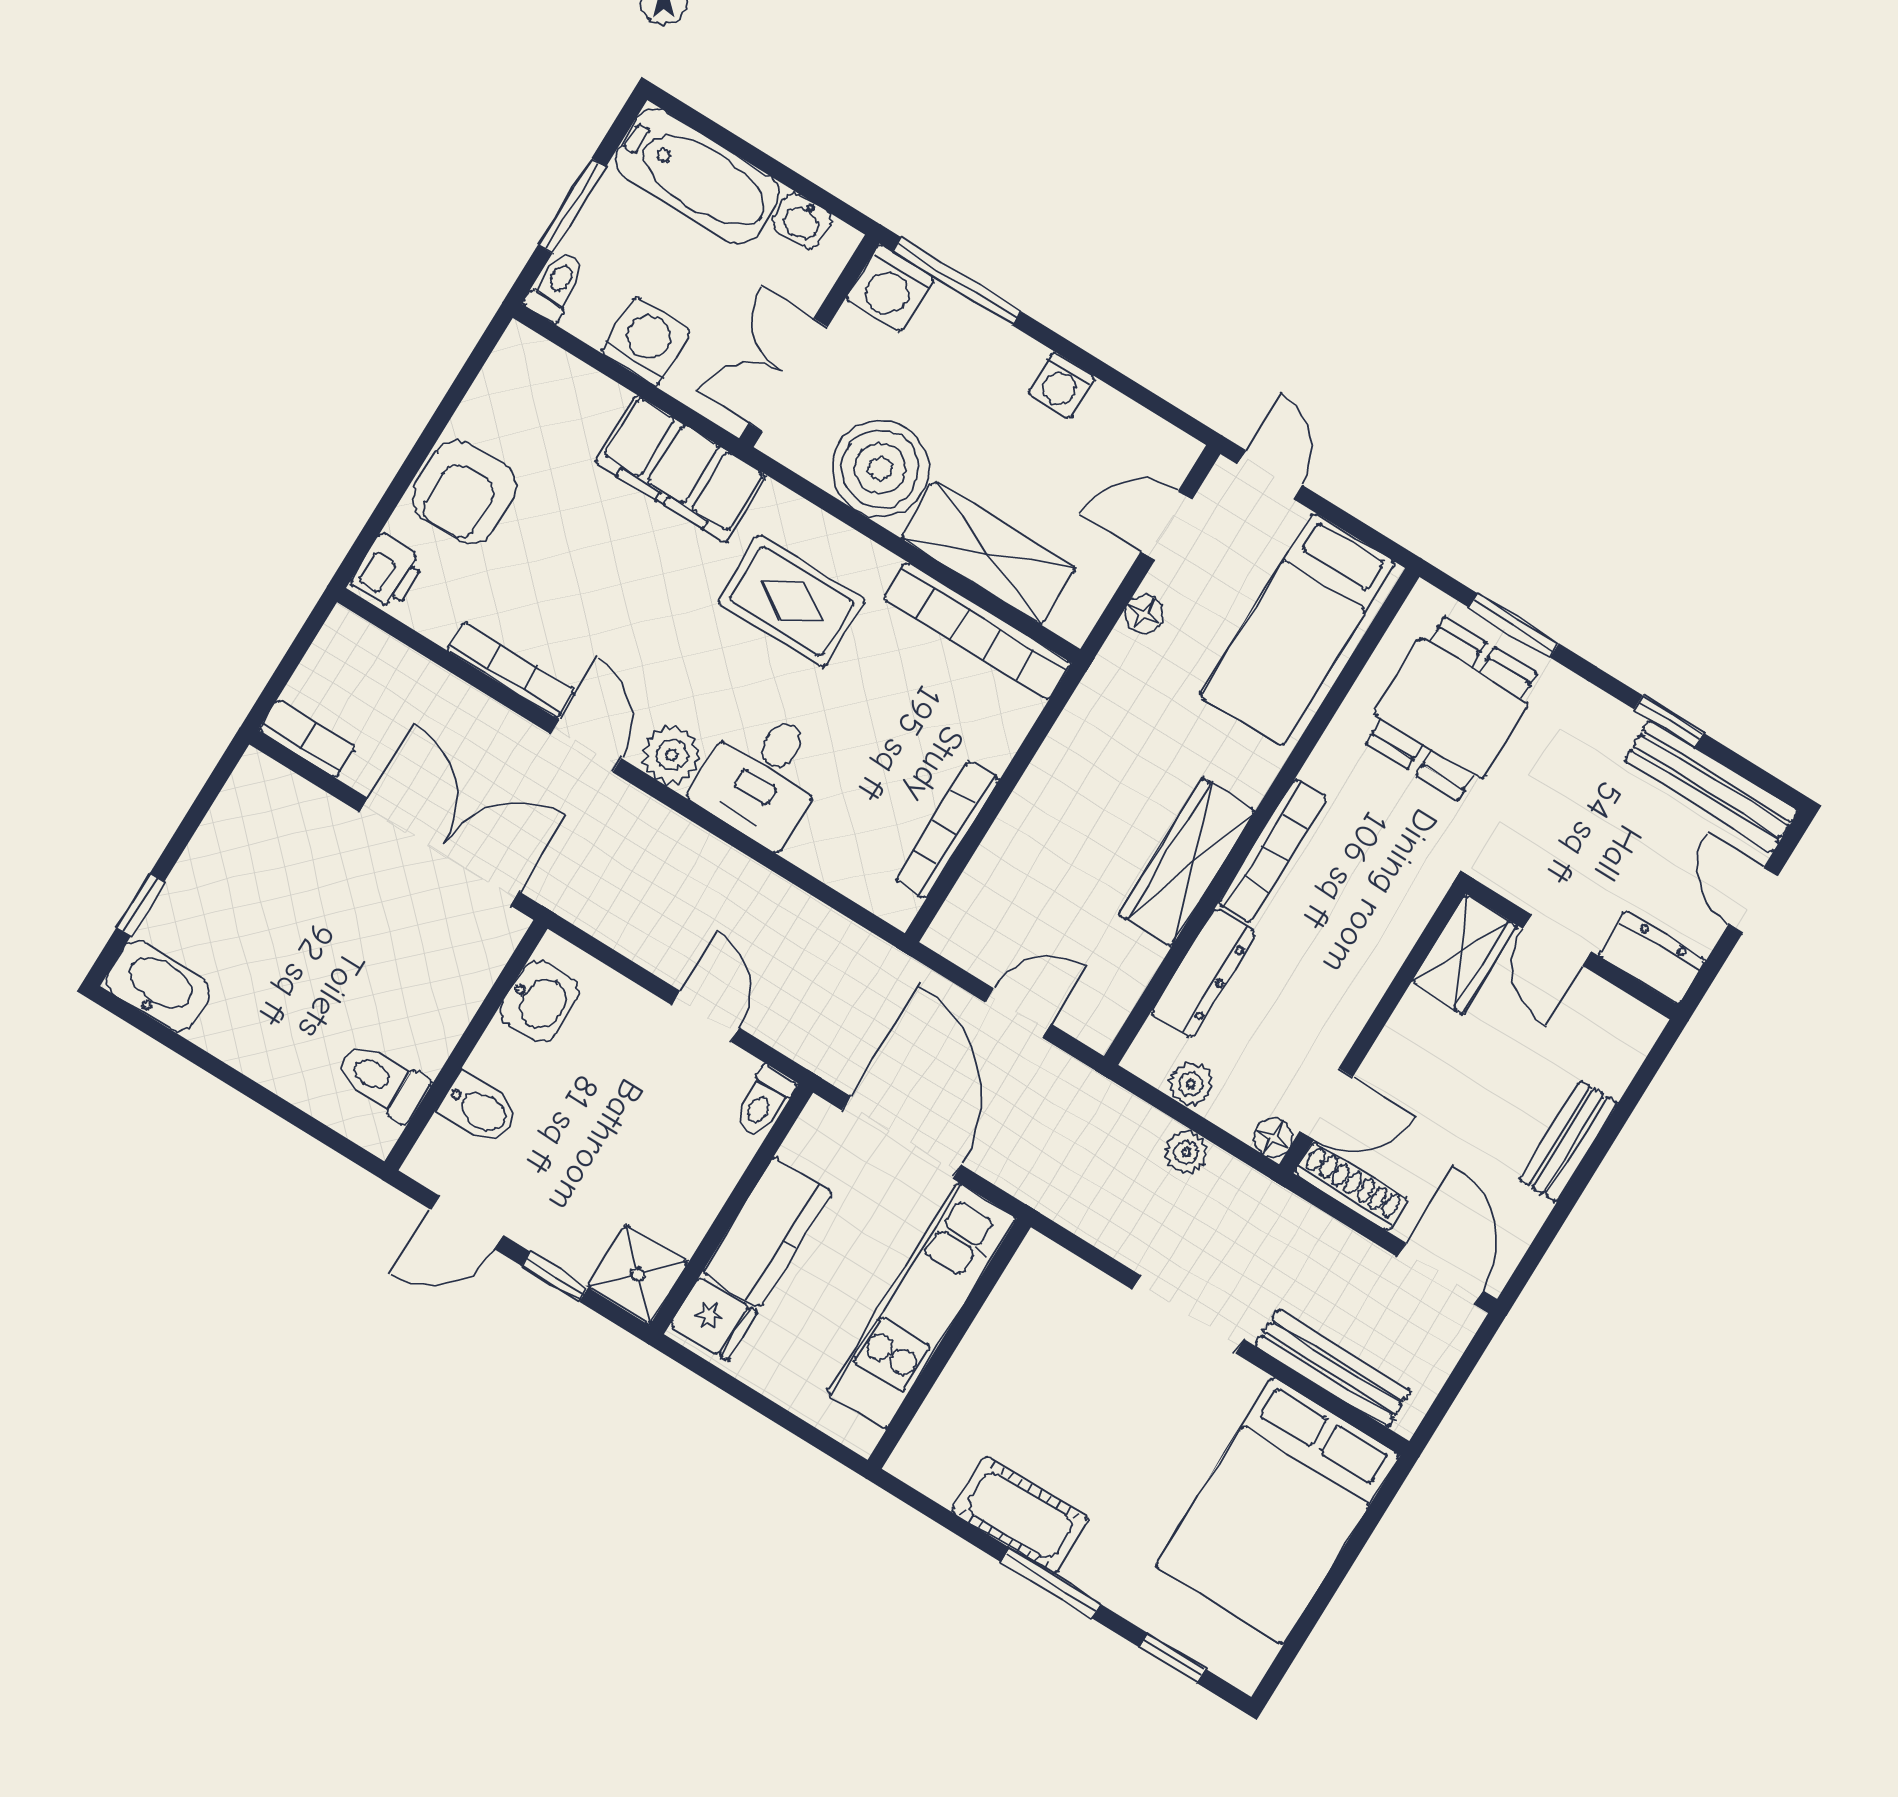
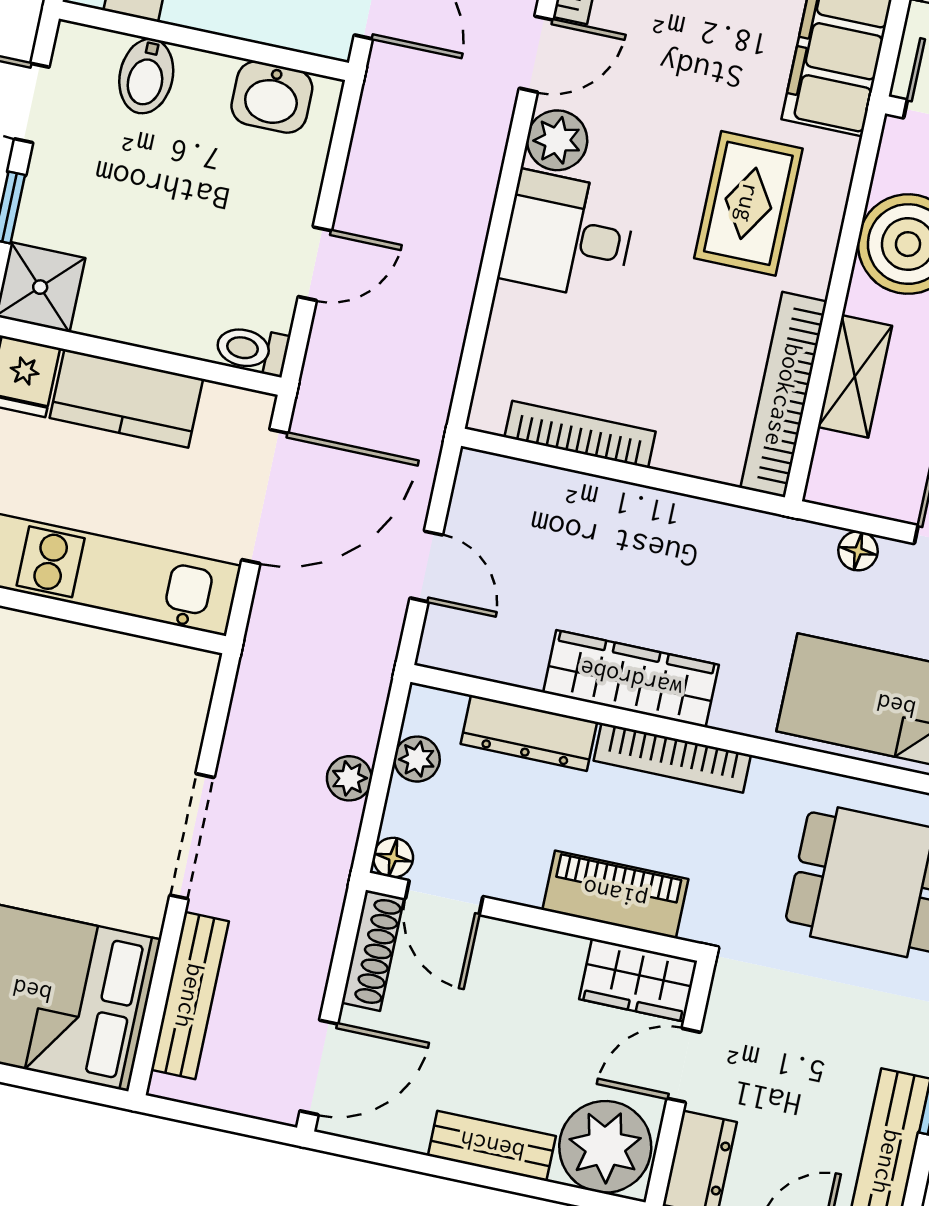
shelving: (988, 553) -> (855, 376), width x0.67, depth x0.75
piano: (1379, 947) -> (615, 894), added
plant: (1606, 1038) -> (605, 1147), added

